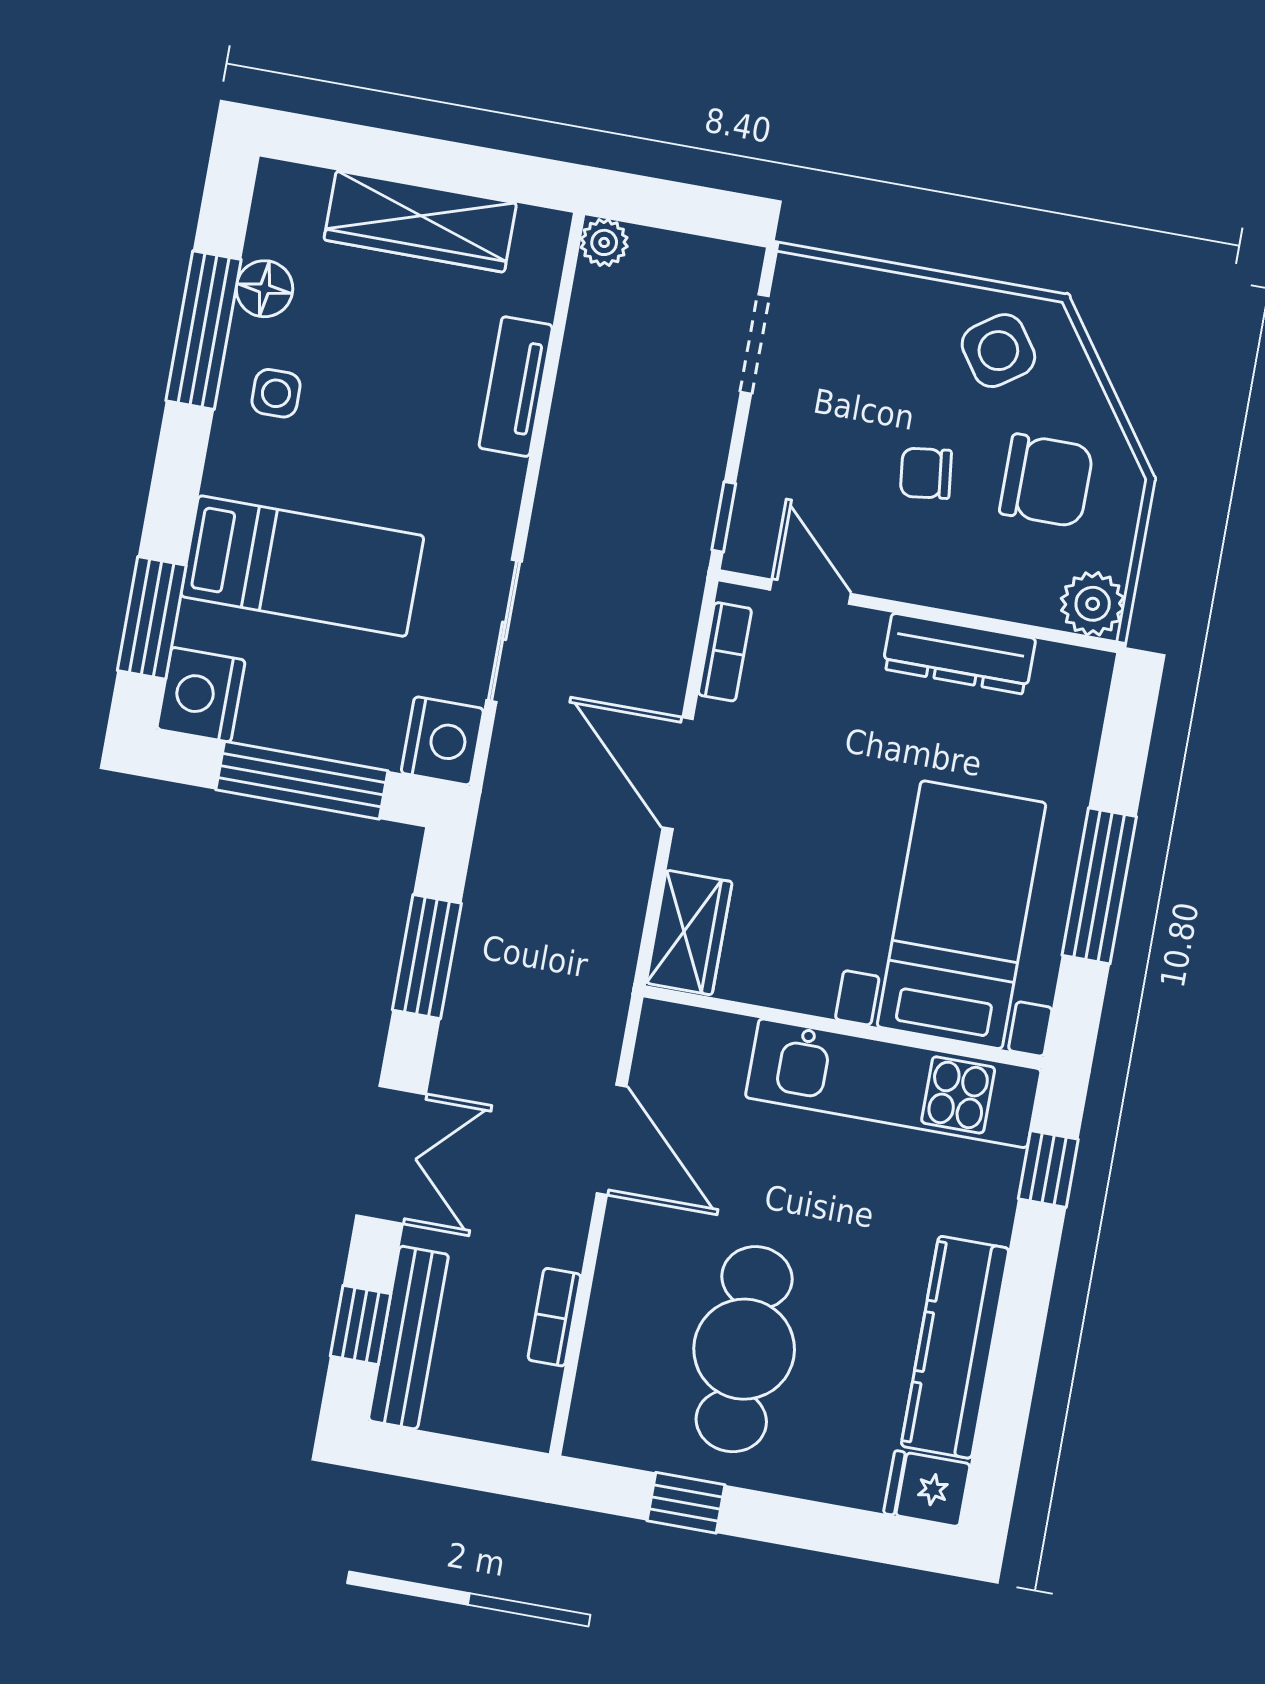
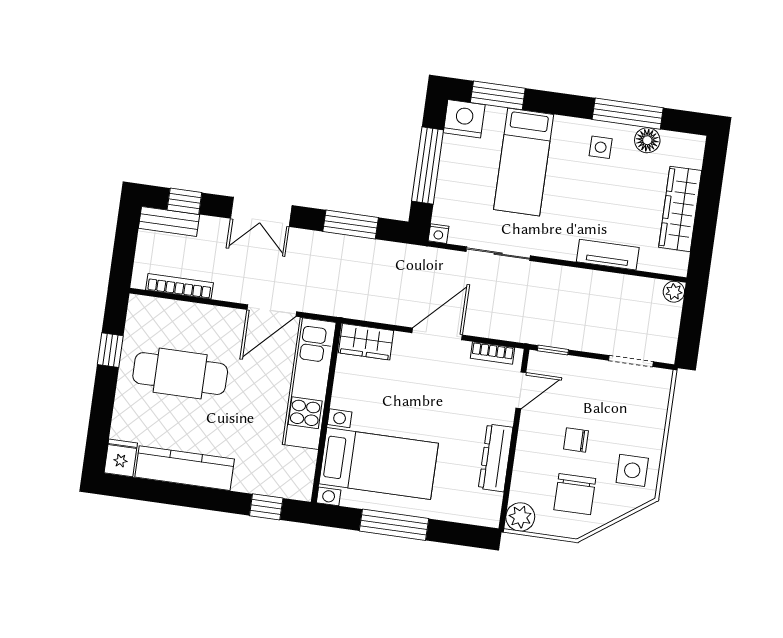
side table: (998, 351) -> (632, 470), turned 35
chair: (926, 473) -> (576, 440), turned -83
nightstand: (442, 741) -> (438, 234), width x0.53, depth x0.56
kitchen unit: (893, 1083) -> (309, 384), moved
bookcase: (554, 1317) -> (179, 286), width x1.56
bench: (408, 1338) -> (169, 221), width x0.73

